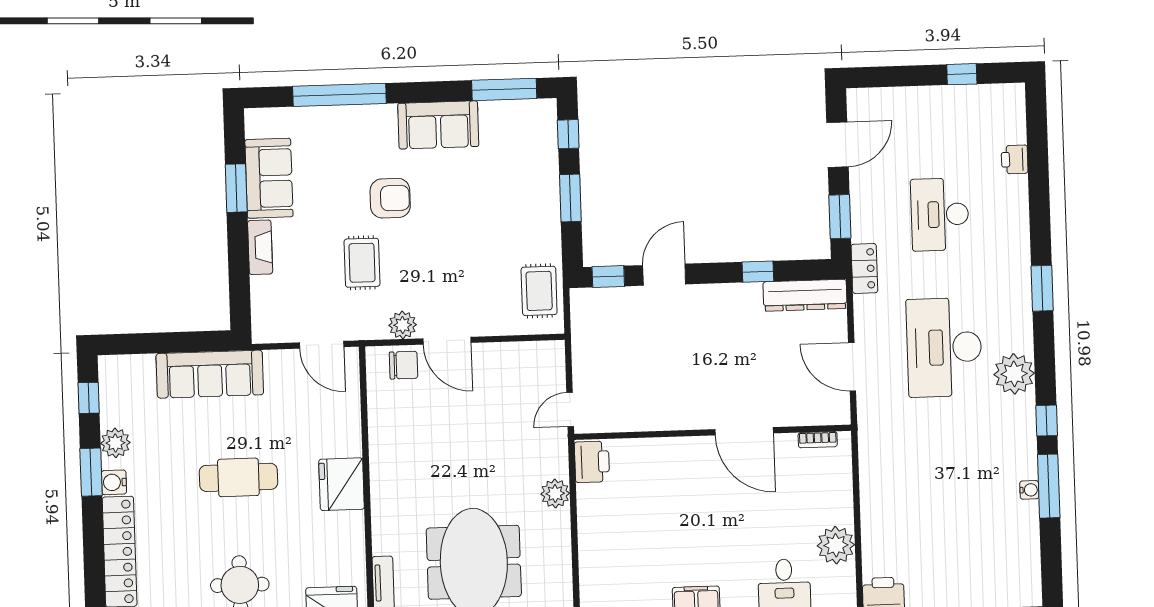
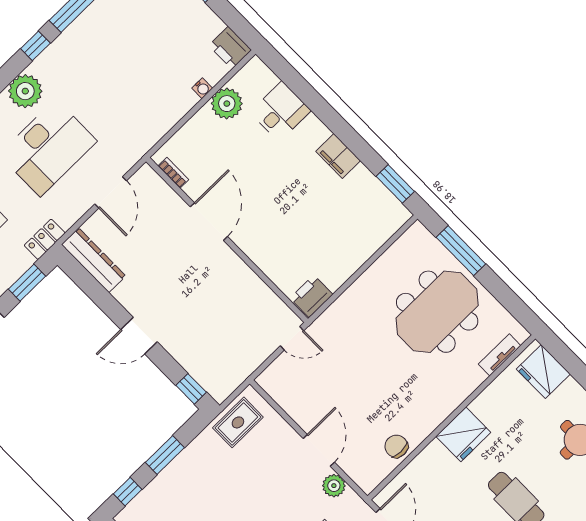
window: (758, 272) -> (105, 302), removed
door: (664, 275) -> (139, 336), moved
chair: (404, 365) -> (396, 446), moved
water cooler: (1029, 490) -> (202, 88), moved, turned 180
plant: (555, 494) -> (351, 301), removed

